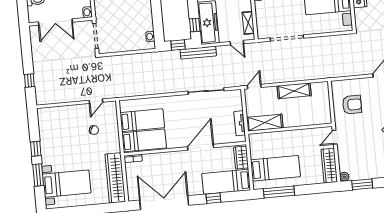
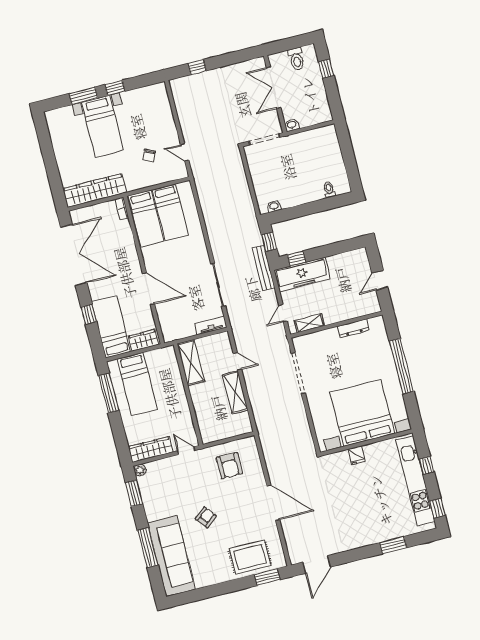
door: (254, 87) -> (237, 361), moved
tv unit: (240, 123) -> (211, 325), moved
bed with nightstands: (67, 184) -> (102, 126), moved

